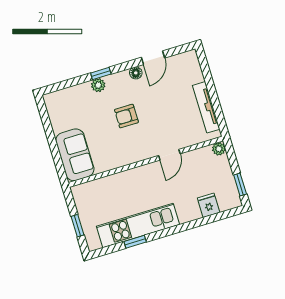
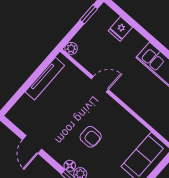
door: (153, 58) -> (32, 144), swing flipped
floor lamp: (136, 73) -> (70, 166), moved

